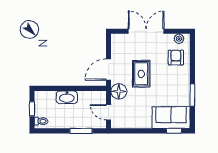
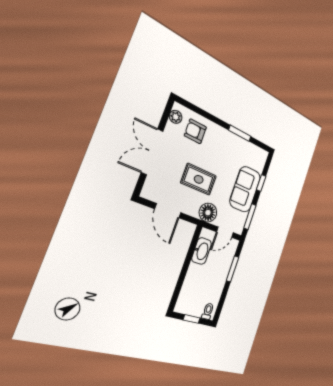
door: (109, 70) -> (168, 211), moved
washbasin: (67, 97) -> (202, 251), moved
sofa: (171, 118) -> (245, 189), moved
window: (129, 131) -> (250, 217), added
window: (174, 131) -> (261, 183), moved

